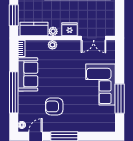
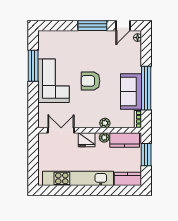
window: (14, 92) -> (146, 88), moved
armchair: (54, 106) -> (90, 81), moved, turned 180

